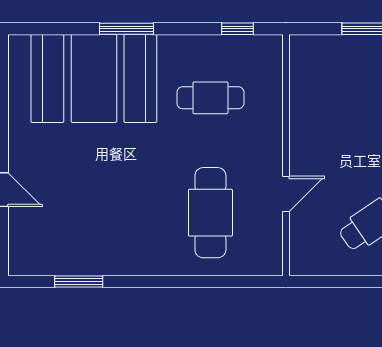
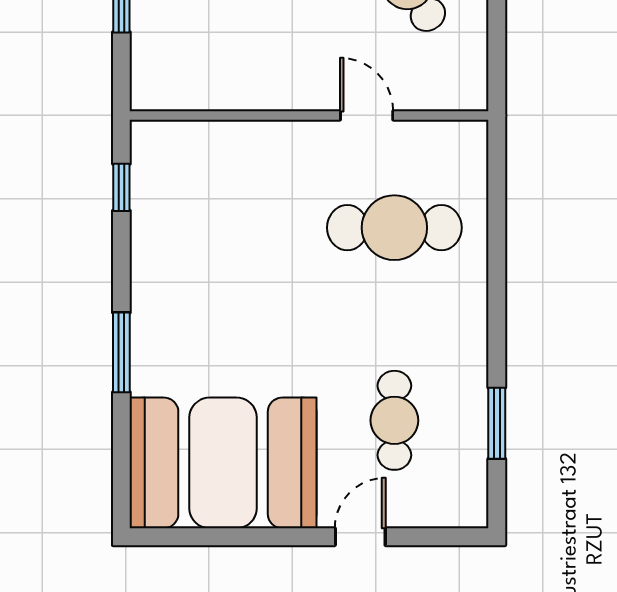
booth: (94, 79) -> (223, 463), moved, turned 90
cafe table: (210, 98) -> (394, 420), moved

